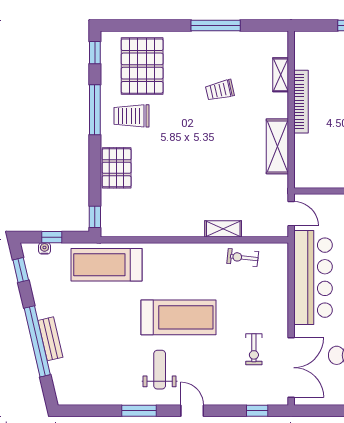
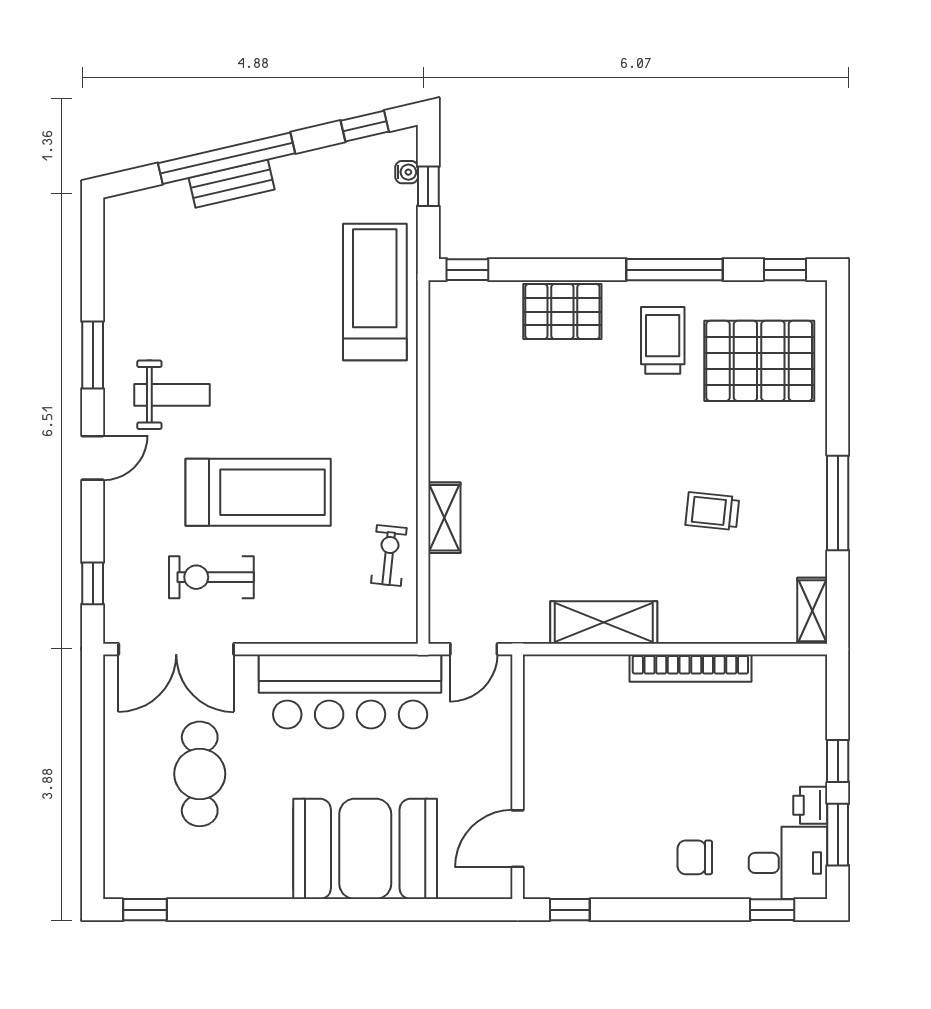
shelving: (281, 75) -> (812, 611), moved, turned 90
trolley: (220, 90) -> (712, 511), turned -71
treadmill: (178, 317) -> (258, 492), moved, turned -90
exercise bike: (254, 349) -> (211, 577), width x1.38, depth x1.39

